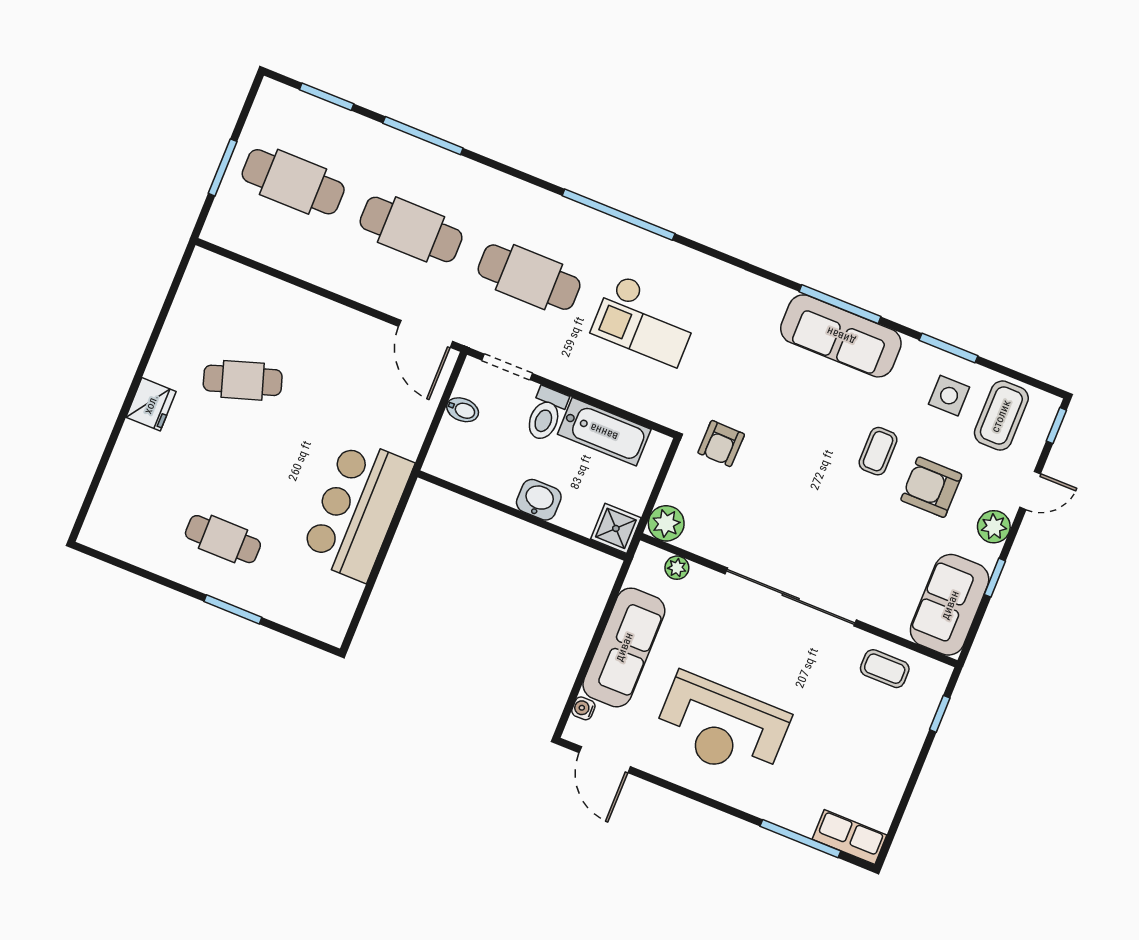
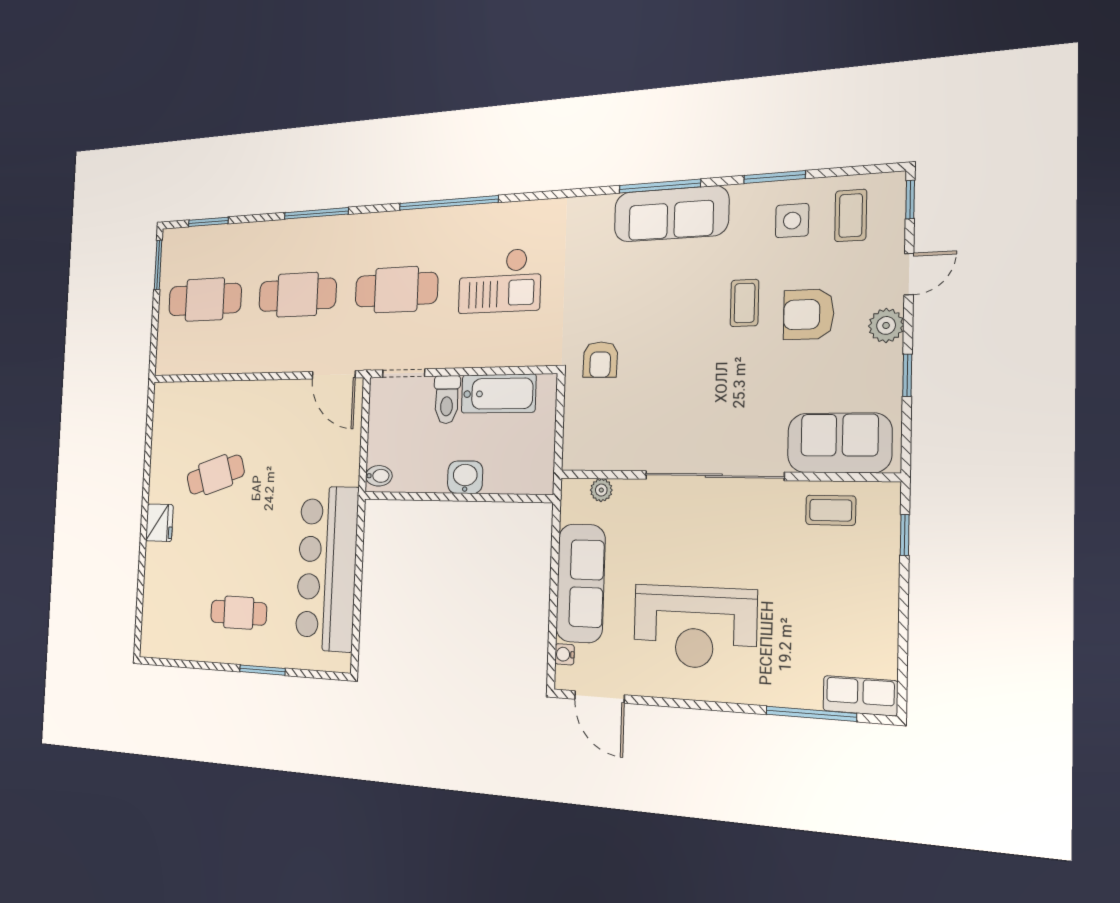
window: (423, 136) -> (316, 213), moved
window: (223, 167) -> (158, 265), moved
bidet: (463, 410) -> (379, 476), moved
coffee table: (1001, 416) -> (851, 215), width x0.73, depth x0.77
bar counter: (357, 510) -> (327, 568), width x1.36
plant: (666, 523) -> (578, 453), removed
shower: (616, 528) -> (537, 476), removed
sofa: (950, 605) -> (839, 443), moved, turned 90

